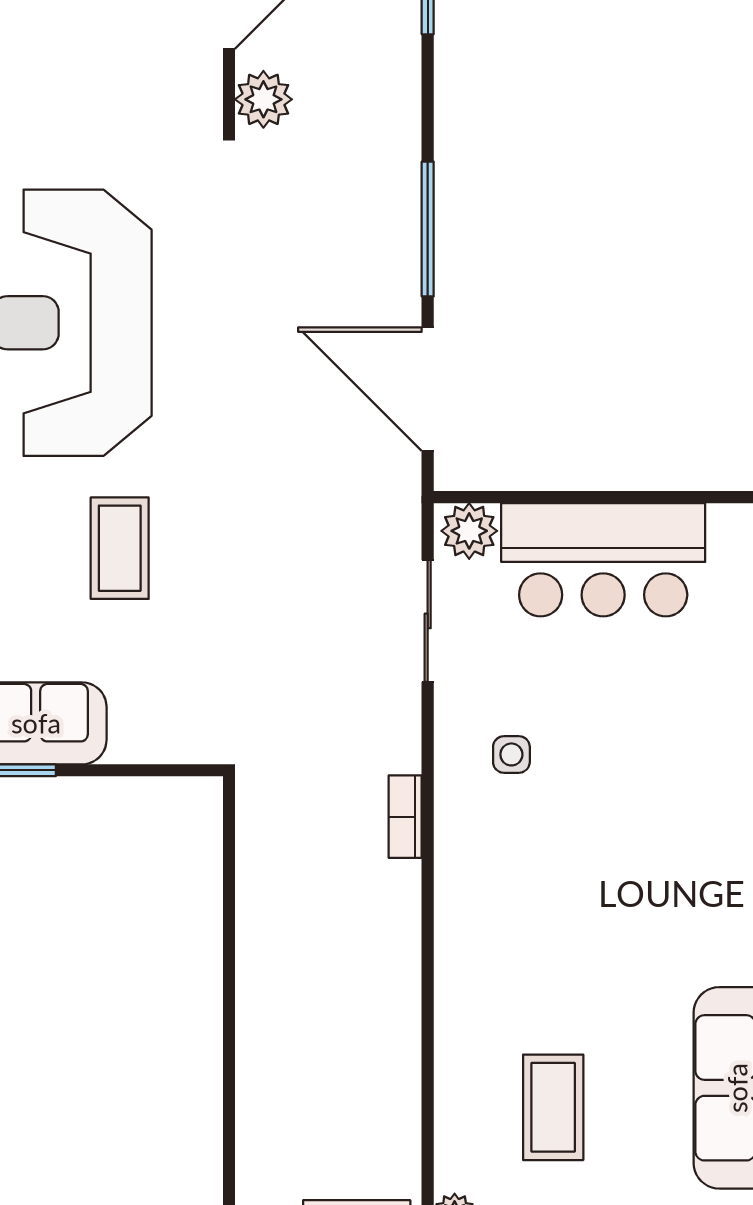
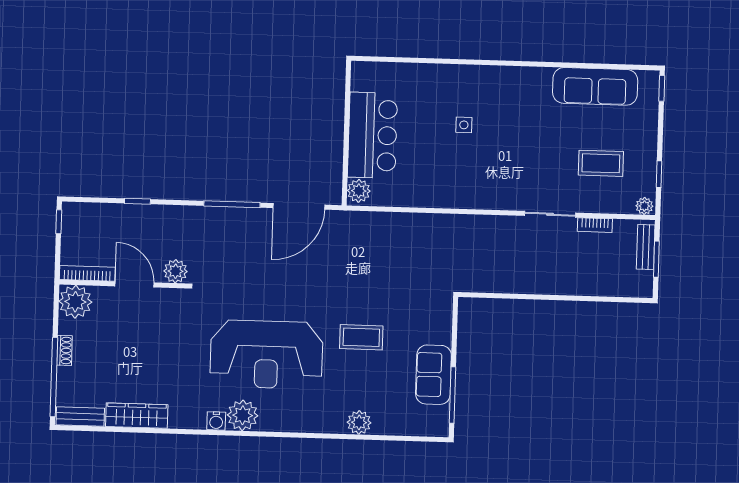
sliding door: (428, 621) -> (550, 214), moved
side table: (511, 754) -> (464, 125), moved
bookcase: (405, 817) -> (595, 225), moved

